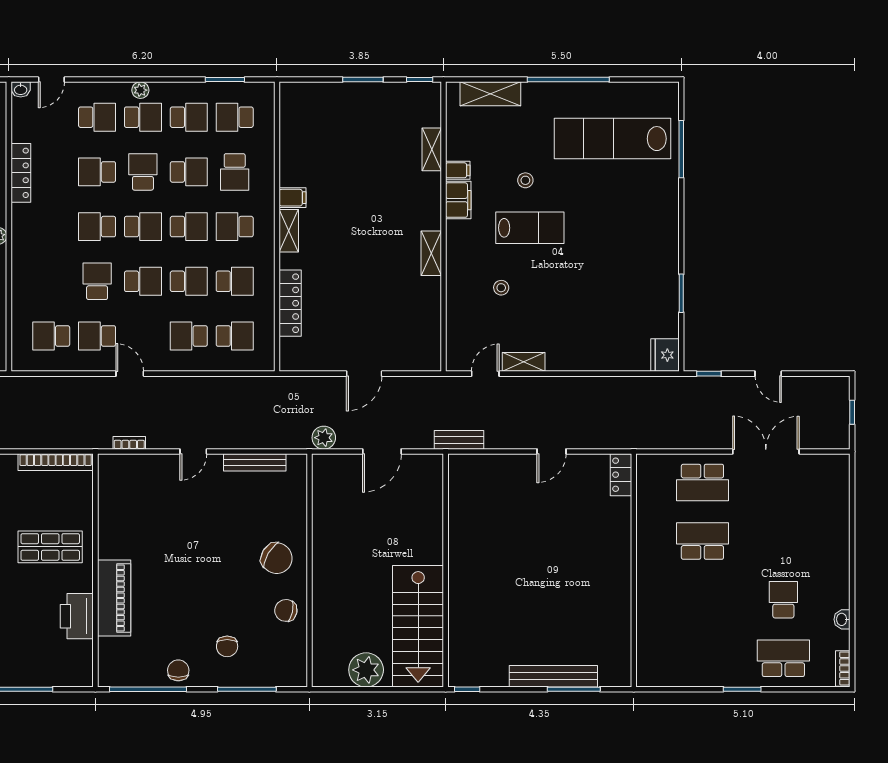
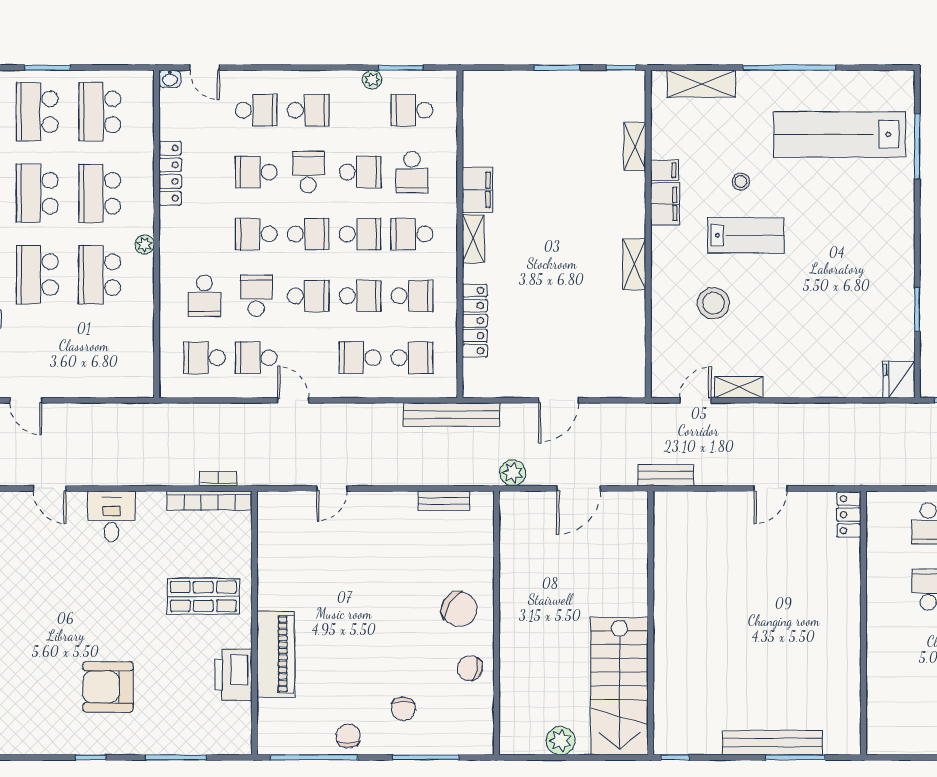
door: (51, 80) -> (205, 68), hinge flipped
plant: (140, 90) -> (372, 80), moved
school desk: (189, 117) -> (204, 296), moved, turned 90
filing cabinet: (293, 198) -> (477, 190), width x2.00
stool: (501, 288) -> (713, 303), width x1.89, depth x1.89
bench: (269, 386) -> (451, 415), added
bookcase: (129, 443) -> (218, 479), moved
door: (193, 451) -> (332, 488), moved
bench: (255, 462) -> (444, 501), width x0.73
plant: (366, 670) -> (561, 741), width x0.73, depth x0.73

